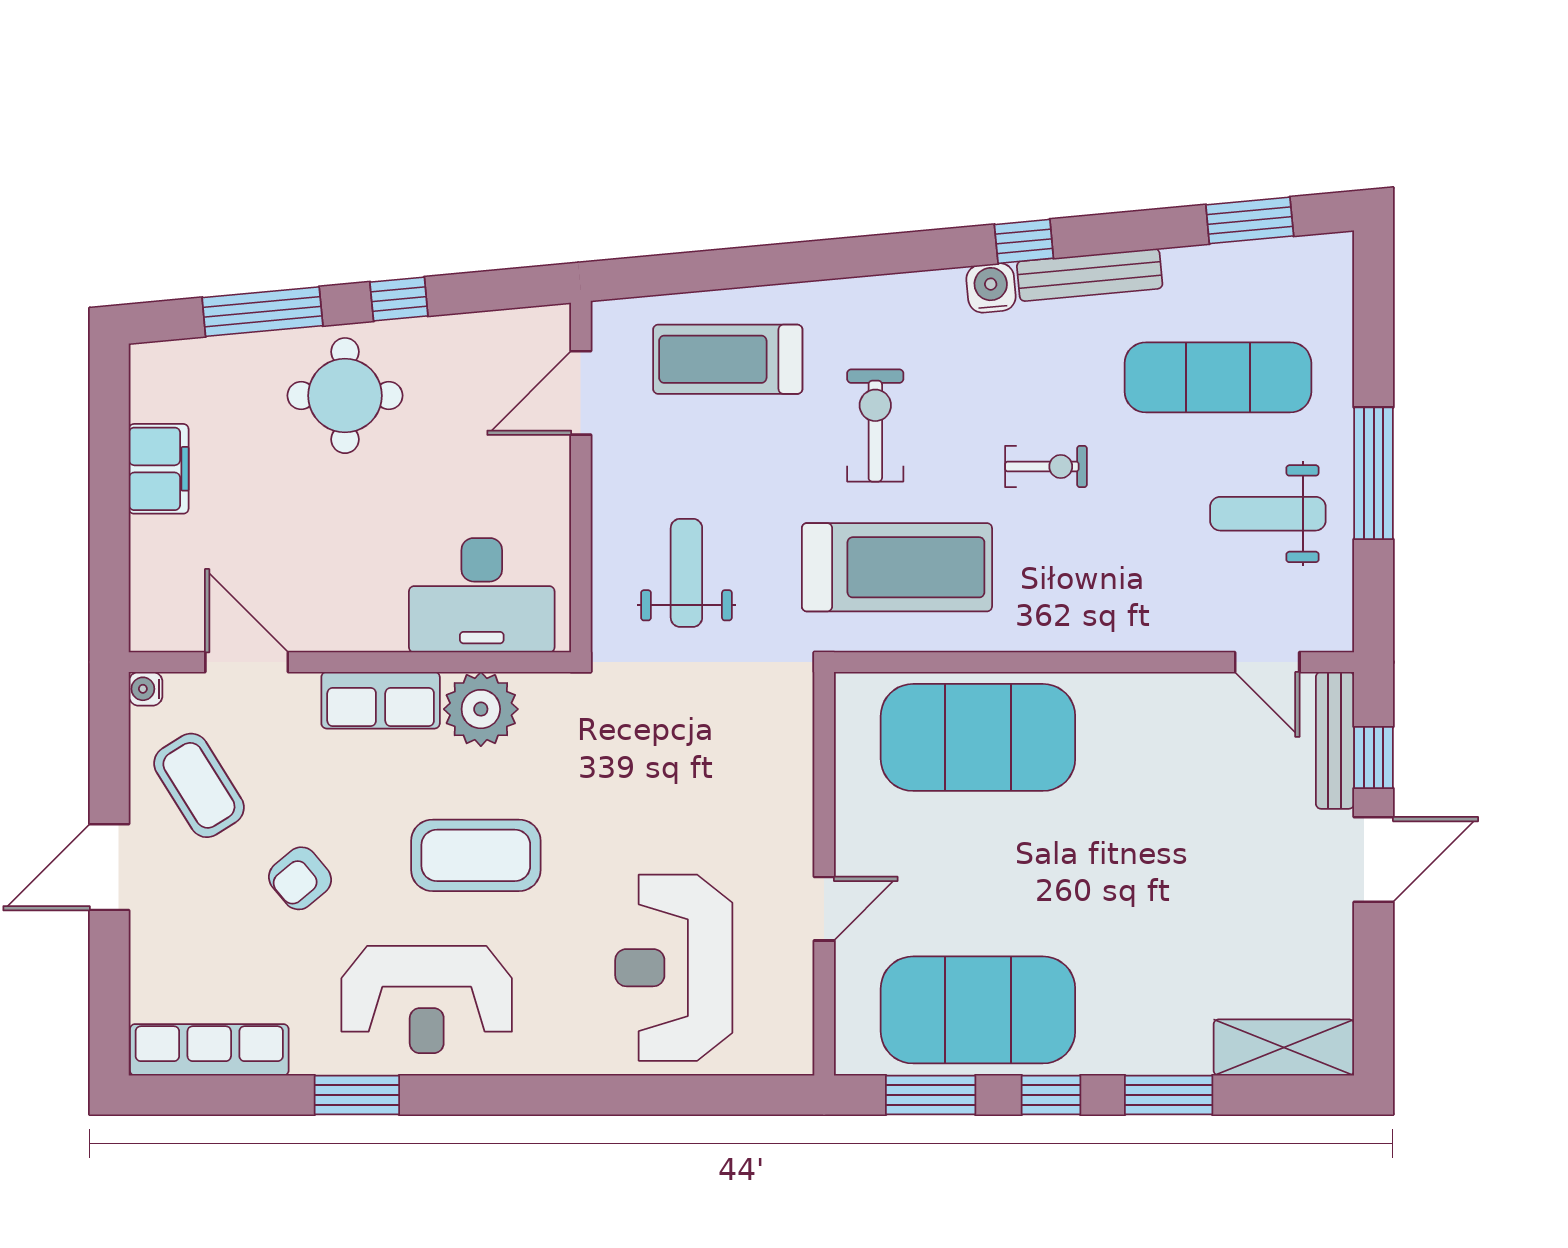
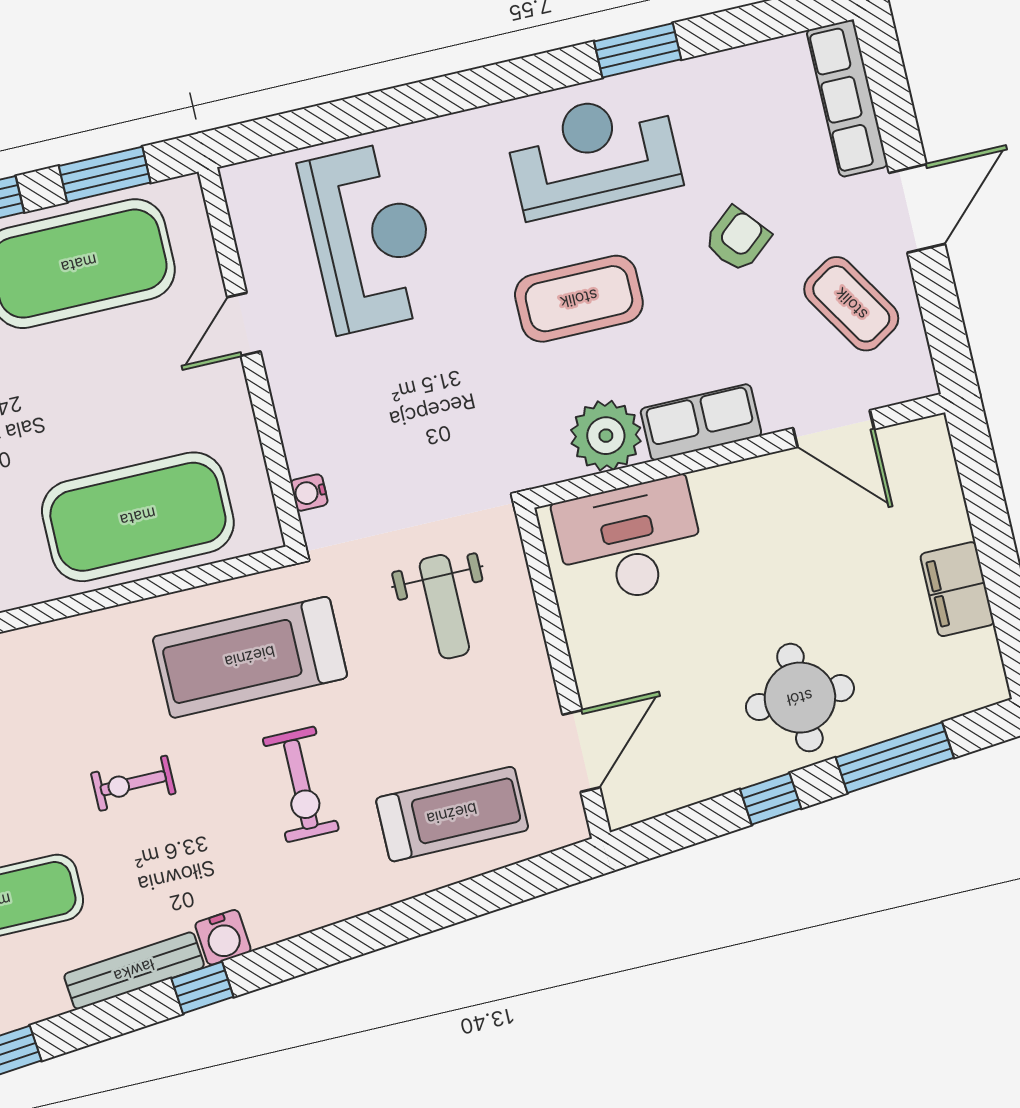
water cooler: (146, 689) -> (309, 493), moved, turned 180
row of seats: (209, 1050) -> (847, 98), moved, turned 90

